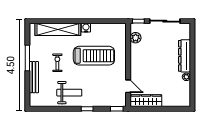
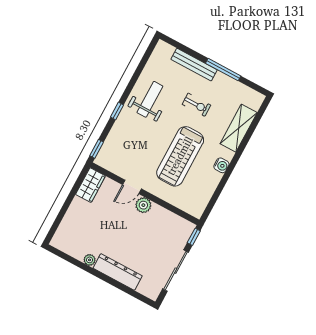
shelving: (58, 29) -> (239, 128), width x0.68
plant: (136, 38) -> (143, 205), moved
door: (128, 86) -> (132, 187), moved
weight bench: (69, 93) -> (150, 99), turned 180
wardrobe: (146, 101) -> (90, 185), width x0.67

